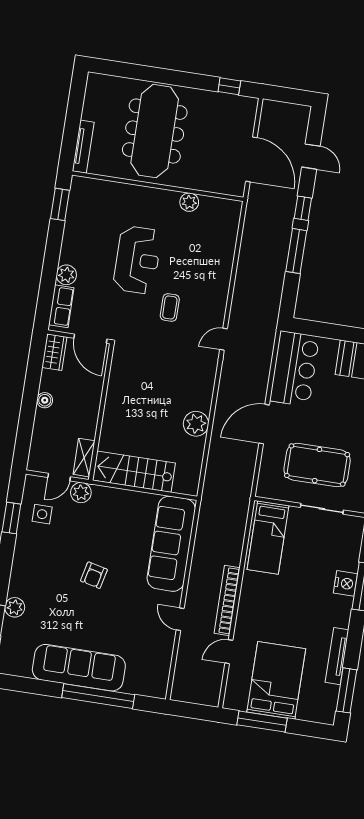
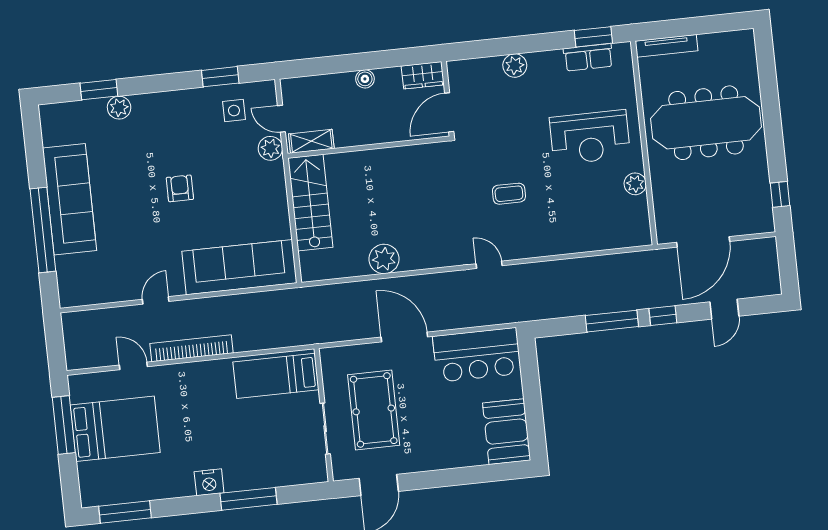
reception desk: (137, 260) -> (590, 137), moved
row of seats: (61, 306) -> (588, 57), moved
armchair: (94, 575) -> (180, 188), turned 77
nightstand: (345, 583) -> (209, 482), moved
tv unit: (337, 656) -> (161, 491), removed

